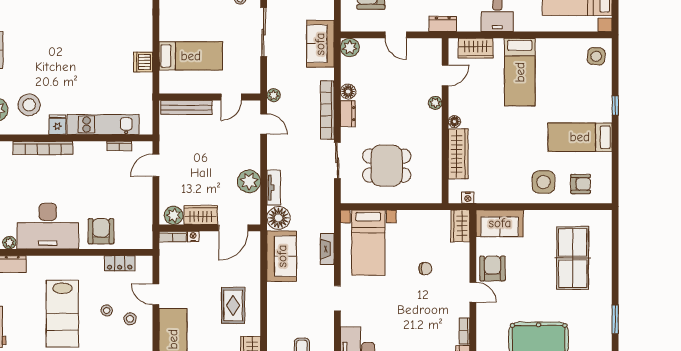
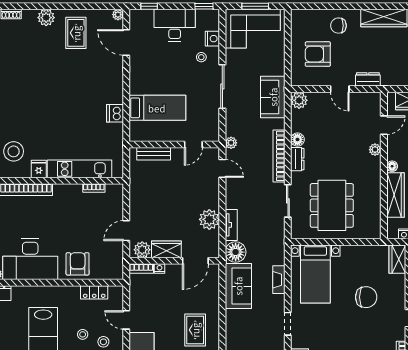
dresser: (443, 24) -> (368, 79), moved
bench: (186, 107) -> (154, 154), width x0.73
door: (156, 165) -> (126, 231), moved
dining table: (387, 166) -> (332, 205), width x1.38
chair: (425, 269) -> (366, 297), width x1.87, depth x1.87

